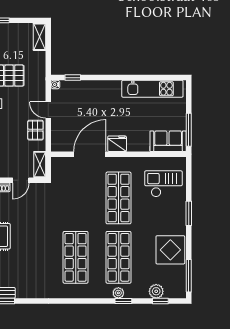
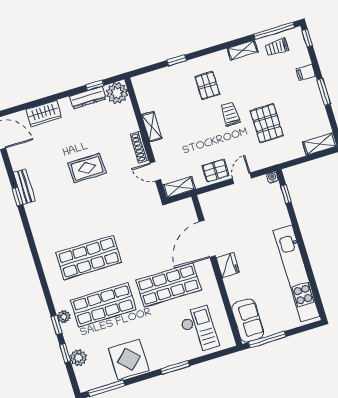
kitchen unit: (152, 89) -> (297, 273), width x1.36
door: (90, 154) -> (207, 239), swing flipped
window: (160, 301) -> (65, 353), moved

